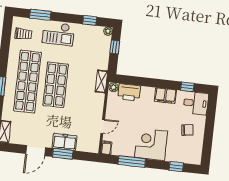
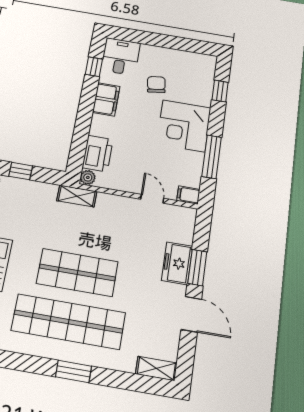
chair: (187, 130) -> (156, 85), moved

